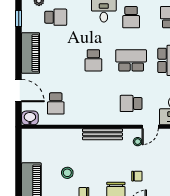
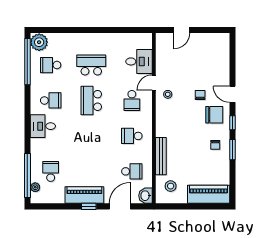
window: (19, 18) -> (89, 206), moved
school desk: (93, 60) -> (132, 136), moved, turned 180
door: (150, 127) -> (154, 83), swing flipped
bench: (103, 134) -> (161, 156), moved
stool: (67, 173) -> (171, 186), moved

